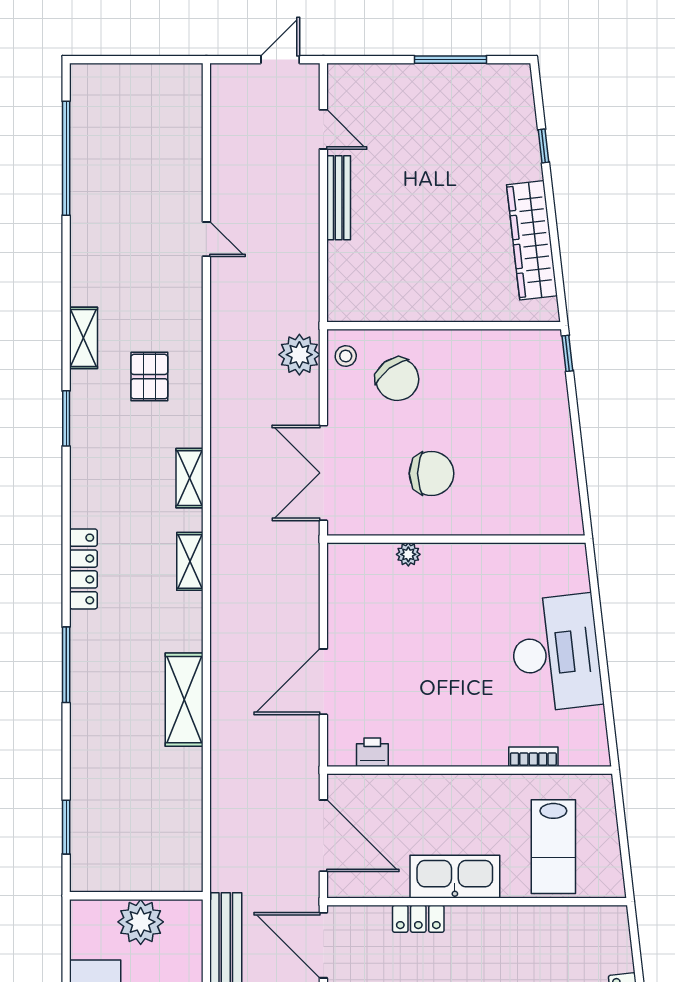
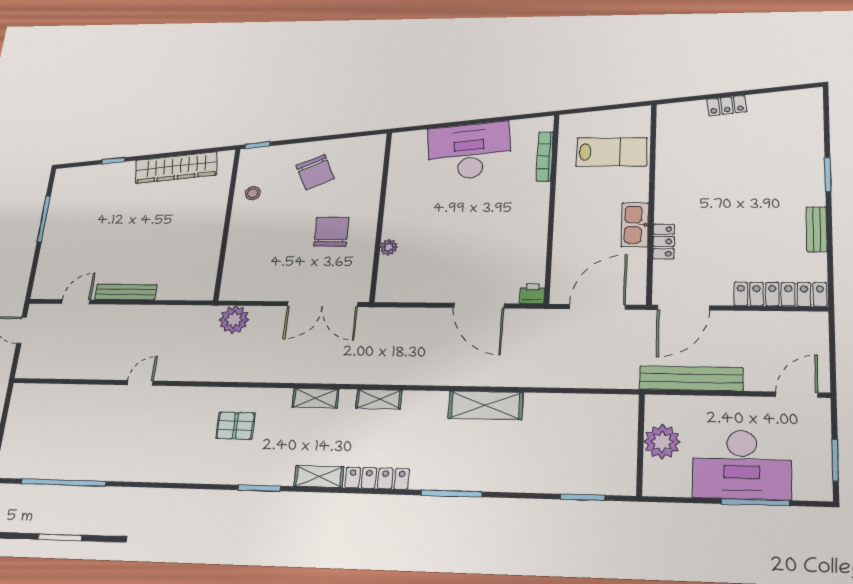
shelving: (83, 338) -> (319, 477), moved
stool: (346, 356) -> (253, 193), moved
chair: (397, 379) -> (315, 172), moved, turned 102
printer: (372, 752) -> (532, 294), moved, turned 90
bookcase: (533, 757) -> (545, 156), width x1.56
kitchen sink: (455, 877) -> (635, 225), width x0.73, depth x0.81

